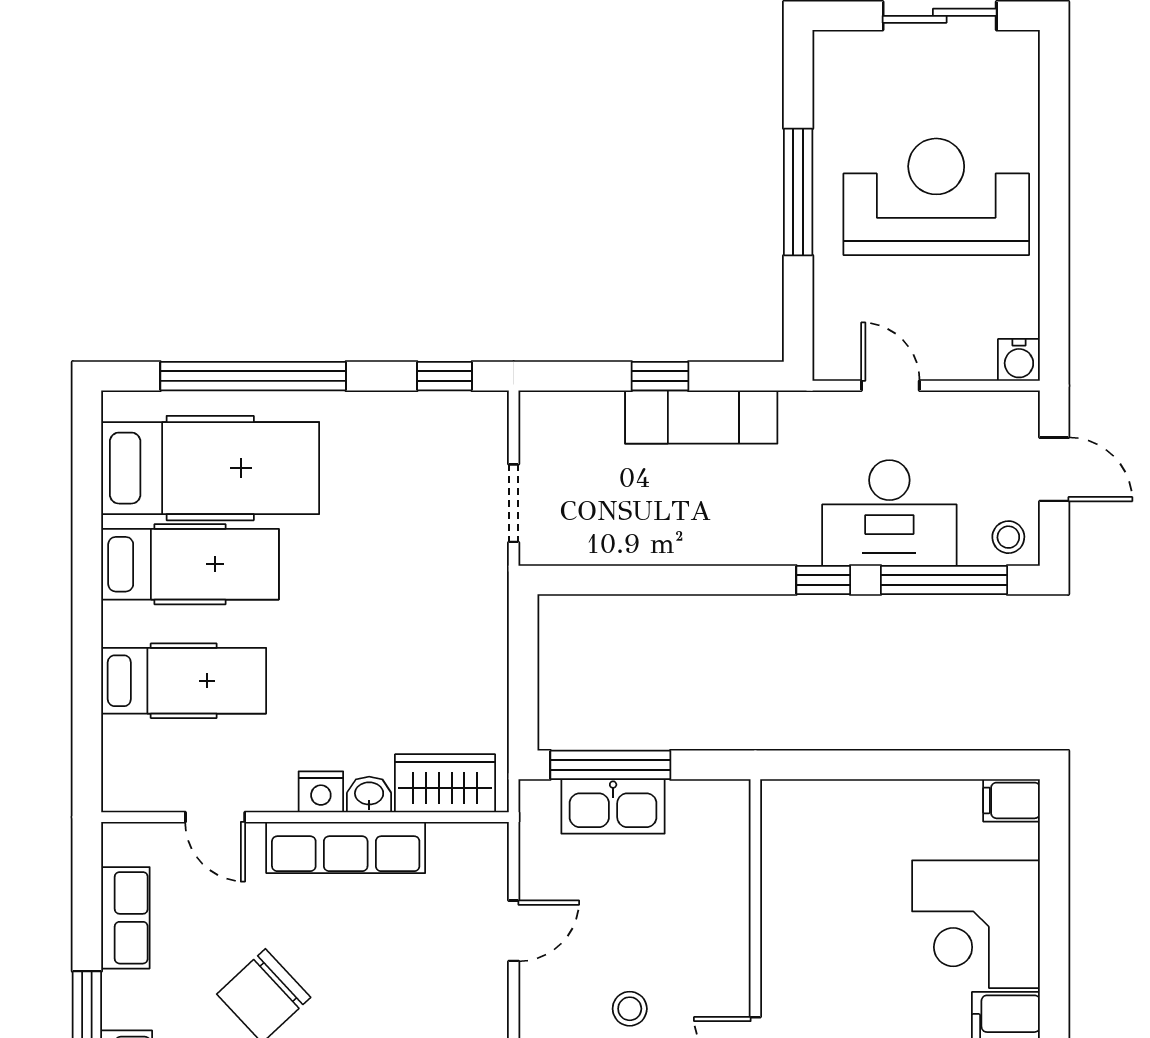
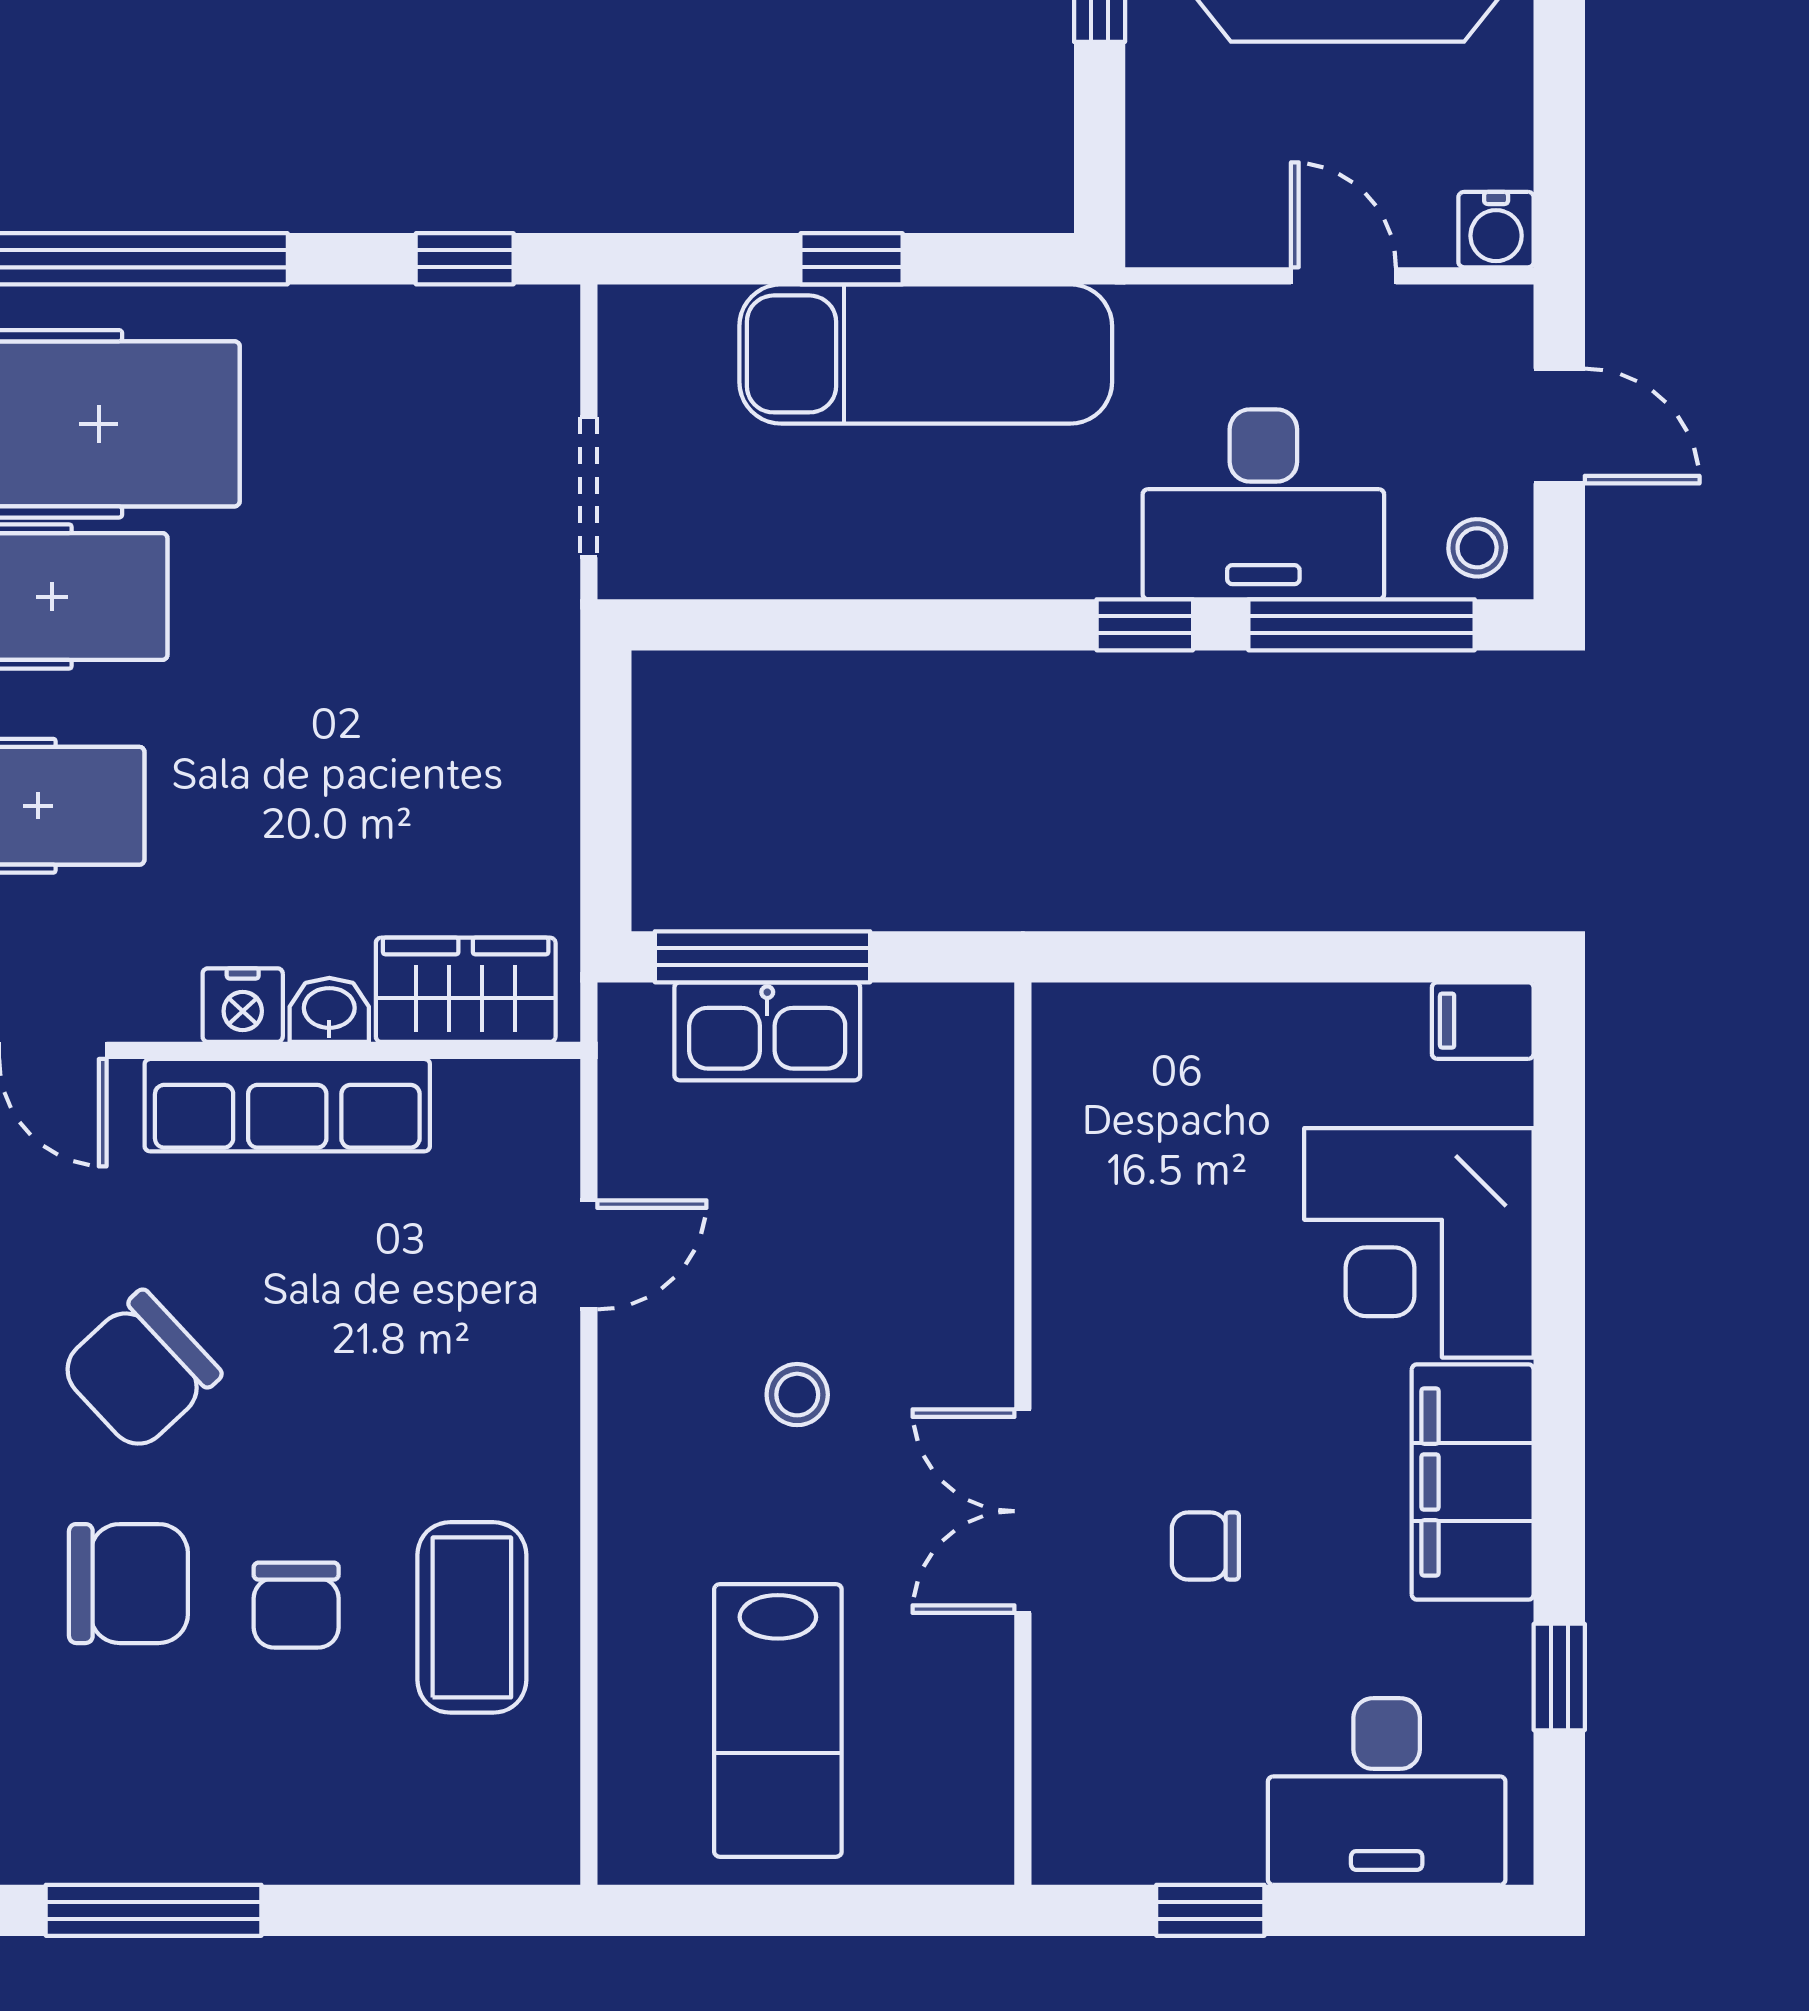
door: (890, 386) -> (1343, 276), moved
exam couch: (701, 417) -> (926, 354), width x1.36, depth x1.45

